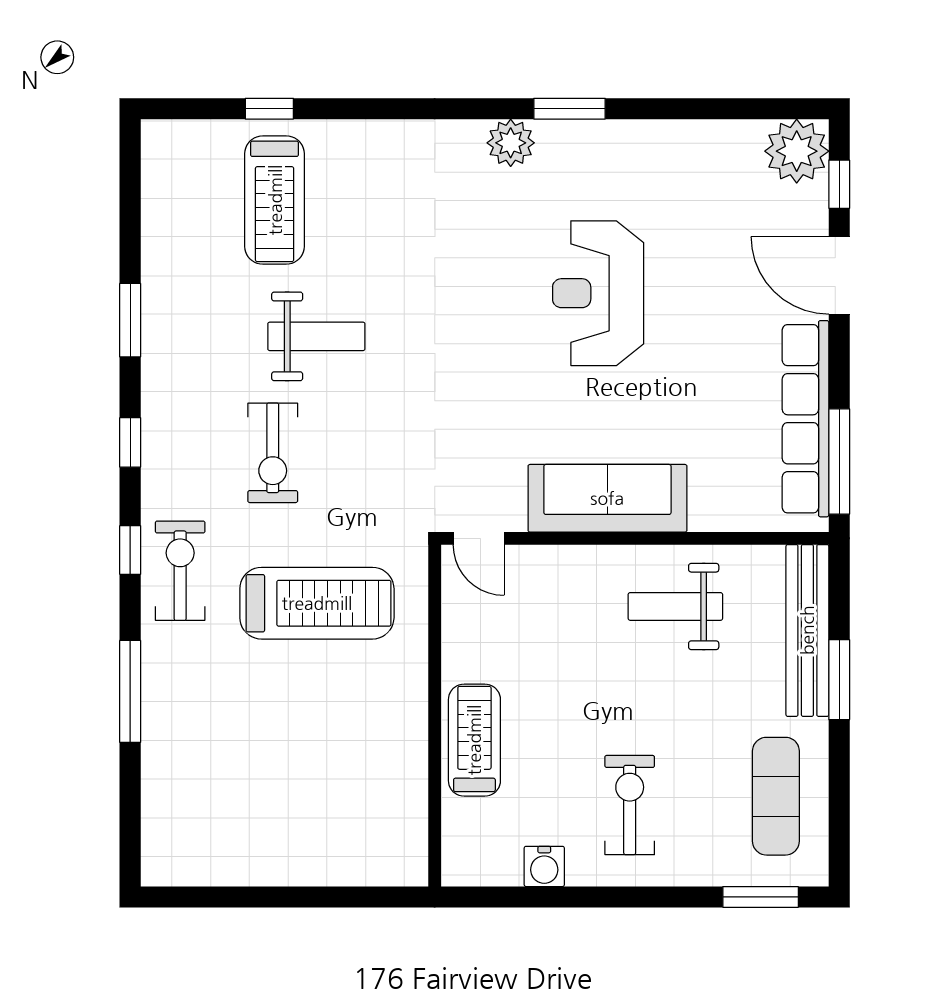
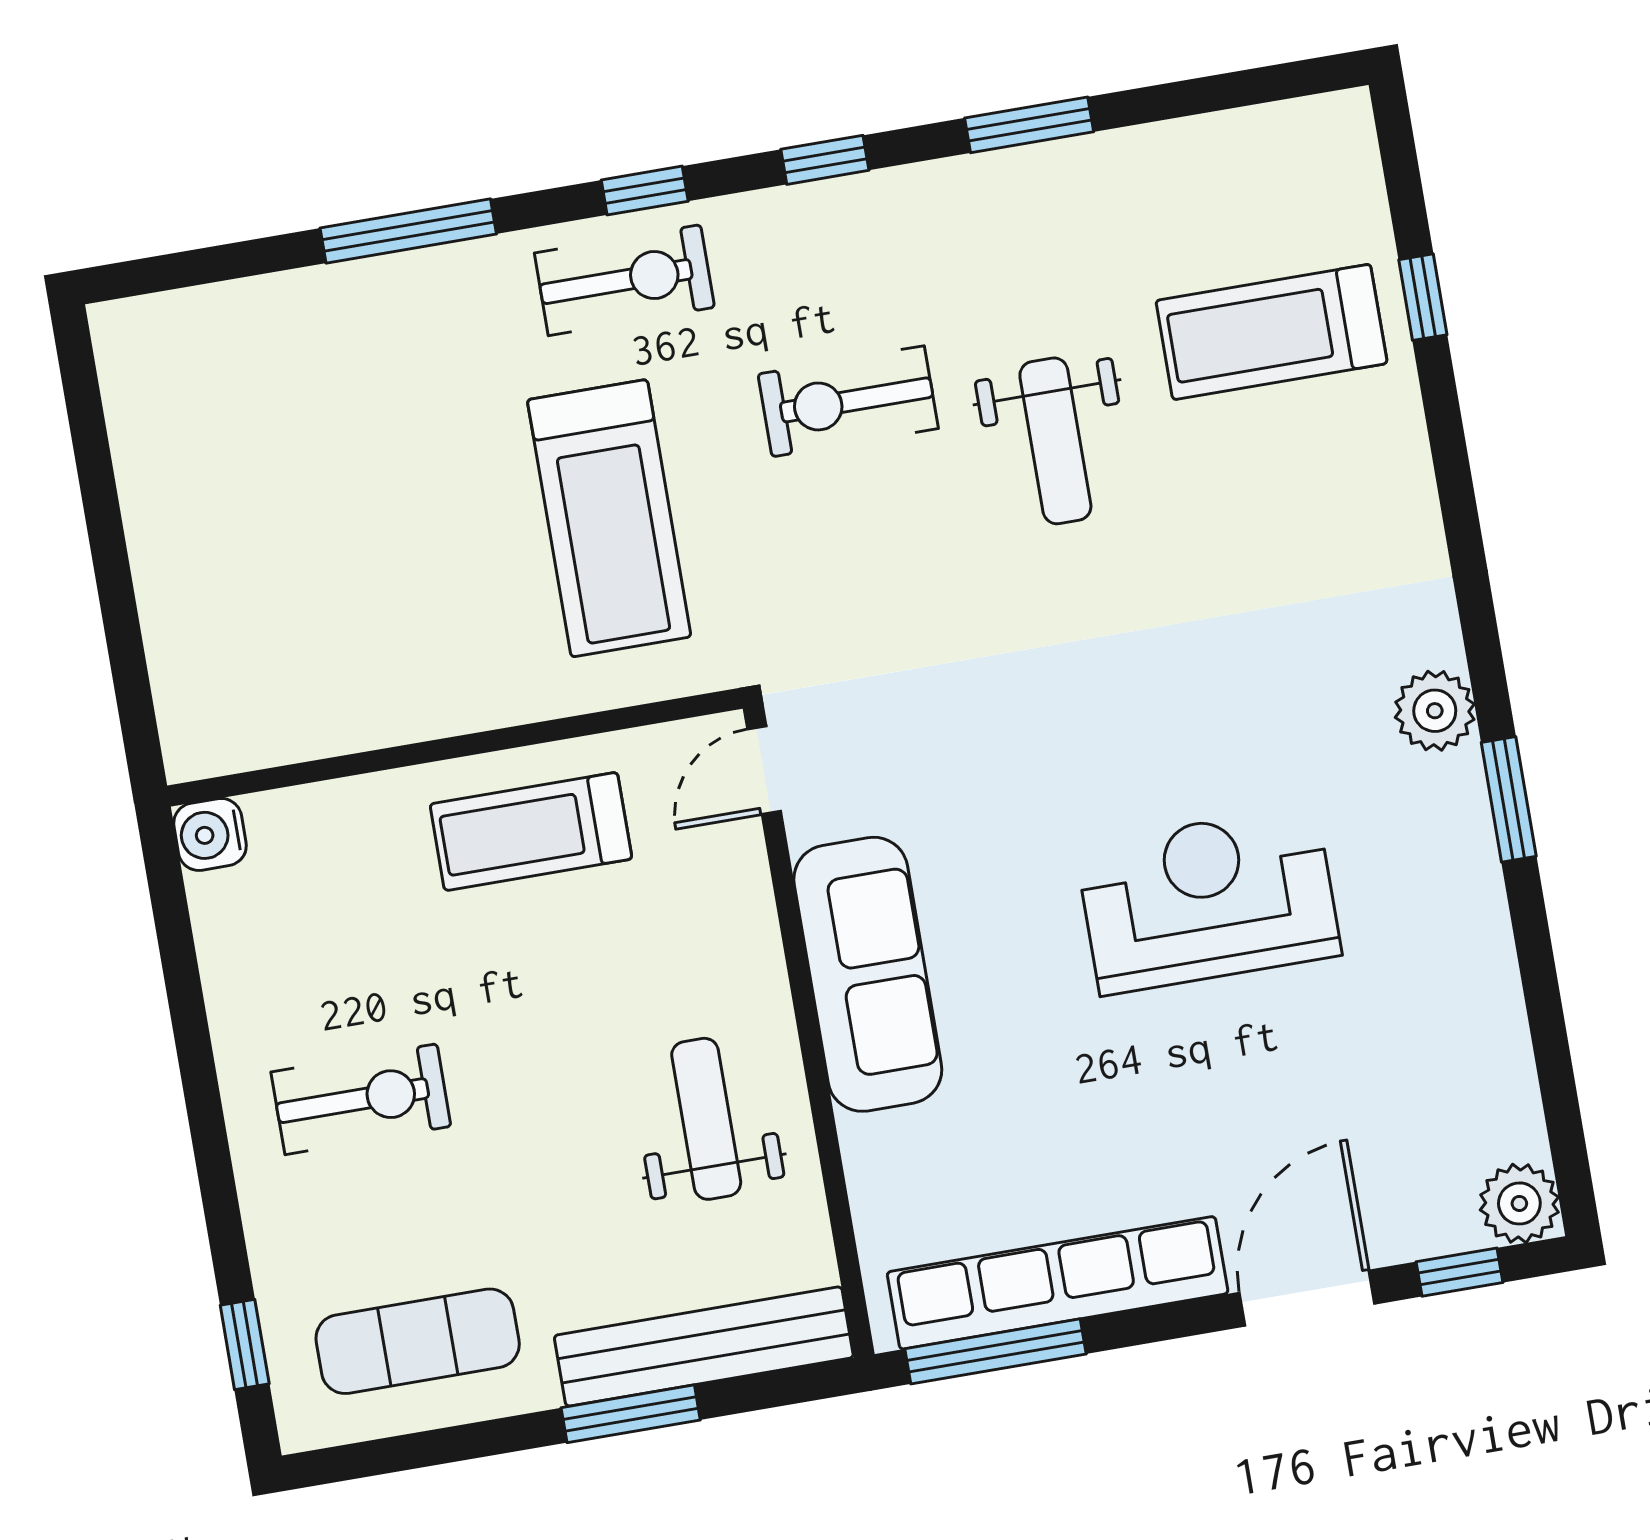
plant: (797, 151) -> (1519, 1203), width x0.73, depth x0.73
treadmill: (474, 740) -> (531, 832), moved, turned 180
water cooler: (544, 866) -> (210, 834), moved
window: (761, 897) -> (245, 1344), width x0.67

